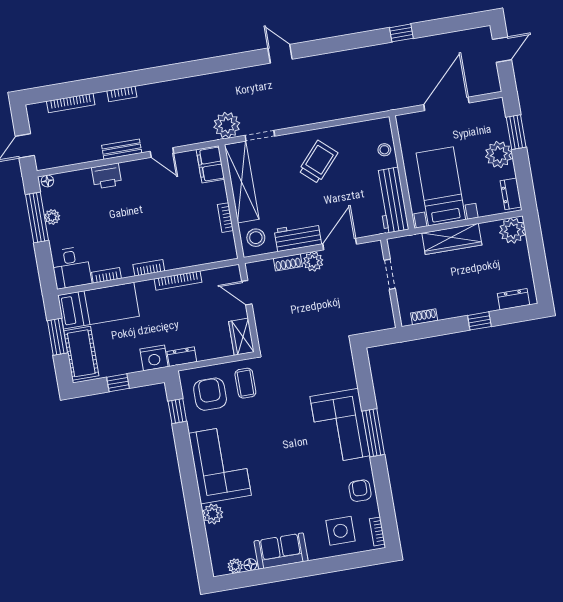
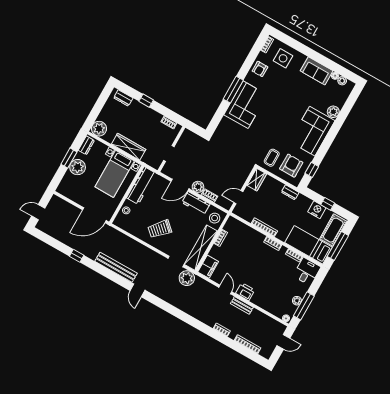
bench: (335, 61) -> (116, 267), added
door: (446, 104) -> (94, 215), moved
window: (516, 132) -> (69, 158), moved
printer: (107, 176) -> (245, 292), moved
door: (247, 293) -> (238, 197), swing flipped
window: (57, 337) -> (338, 246), width x1.44
nightstand: (154, 358) -> (317, 210), moved
armchair: (210, 394) -> (291, 166), turned 180

